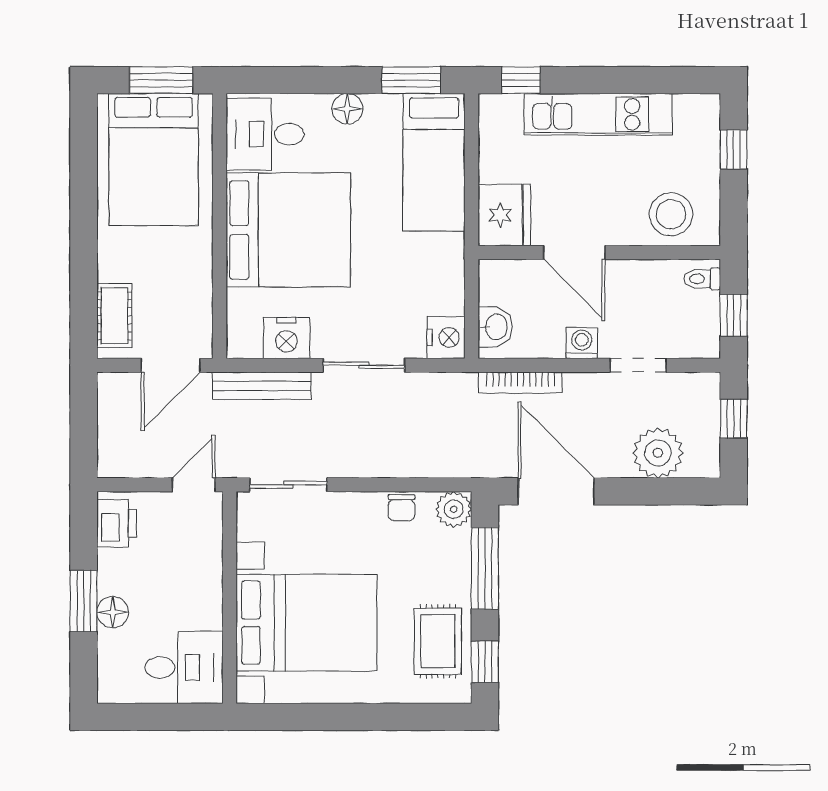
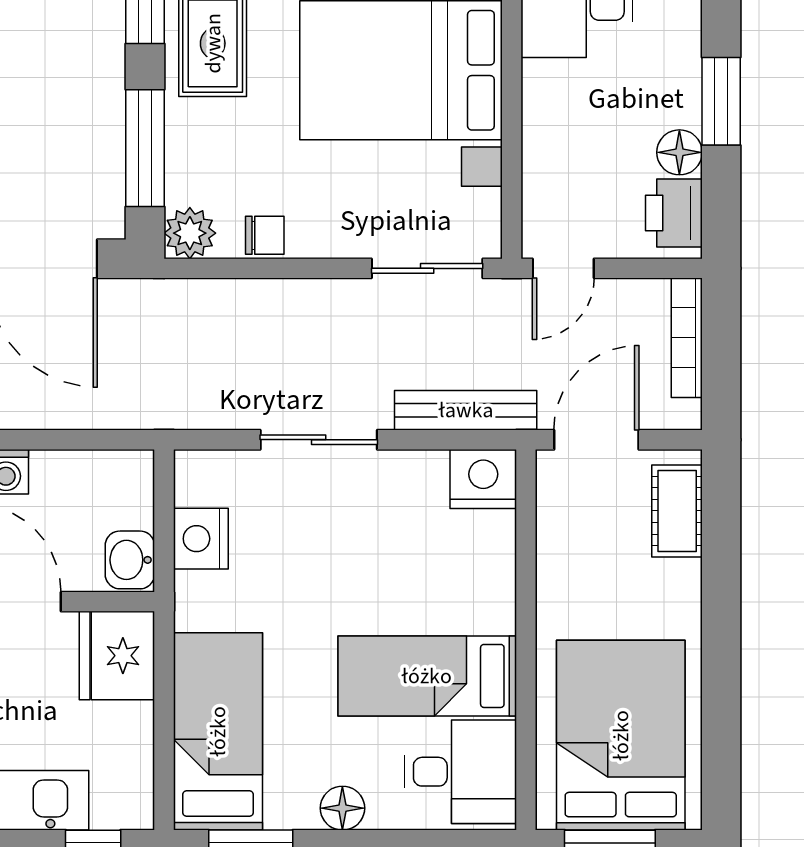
bed: (288, 230) -> (427, 676), width x0.49
washbasin: (495, 327) -> (130, 560), moved
nightstand: (286, 338) -> (483, 479), moved
nightstand: (446, 338) -> (201, 539), moved
bookcase: (520, 383) -> (687, 338), moved, turned -90
chair: (401, 508) -> (265, 235), turned 90
floor lamp: (113, 612) -> (679, 152), moved

